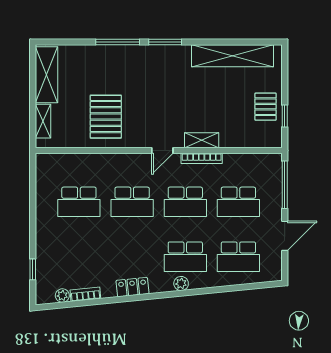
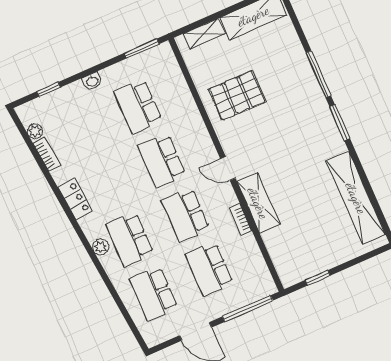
pallet: (266, 107) -> (319, 254), removed
shelving: (202, 140) -> (258, 203), width x1.50, depth x1.33
bookcase: (202, 158) -> (241, 220), width x0.64
window: (33, 178) -> (142, 48), added
washbasin: (42, 230) -> (92, 81), added

